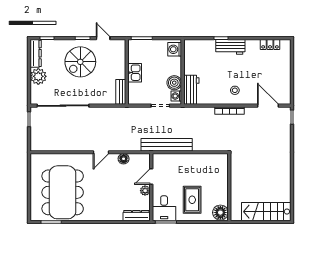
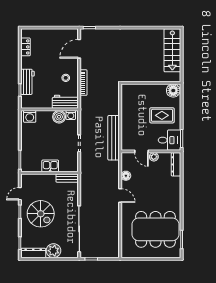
washing machine: (175, 49) -> (30, 116), moved
wall: (183, 72) -> (50, 109), moved
boiler: (174, 83) -> (59, 117), moved
workbench: (191, 90) -> (65, 102), moved
washing machine: (176, 96) -> (71, 115), moved

